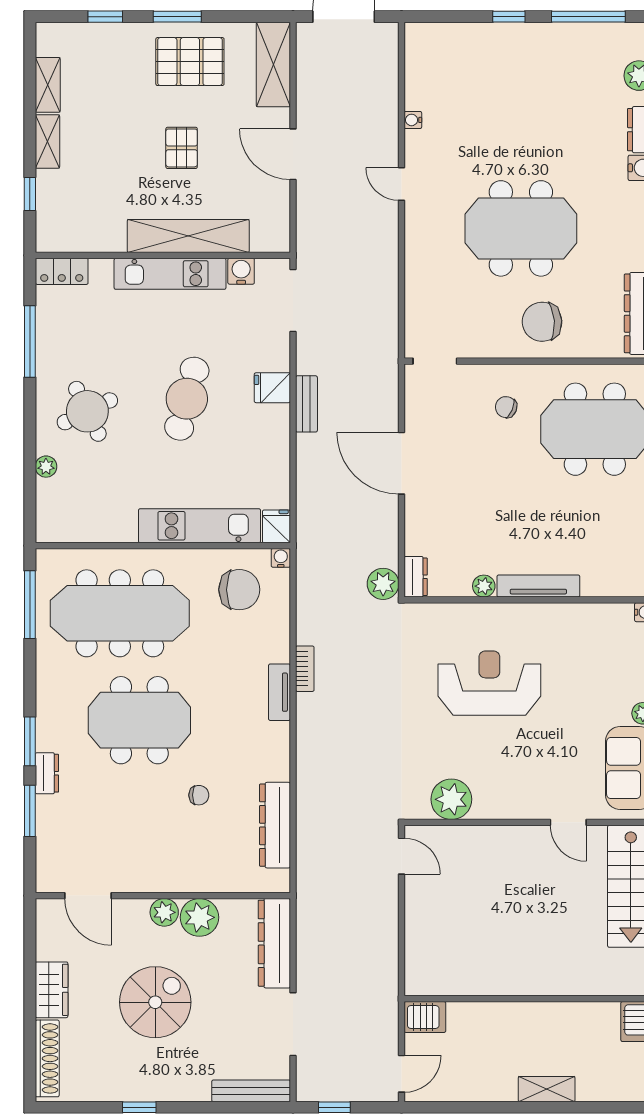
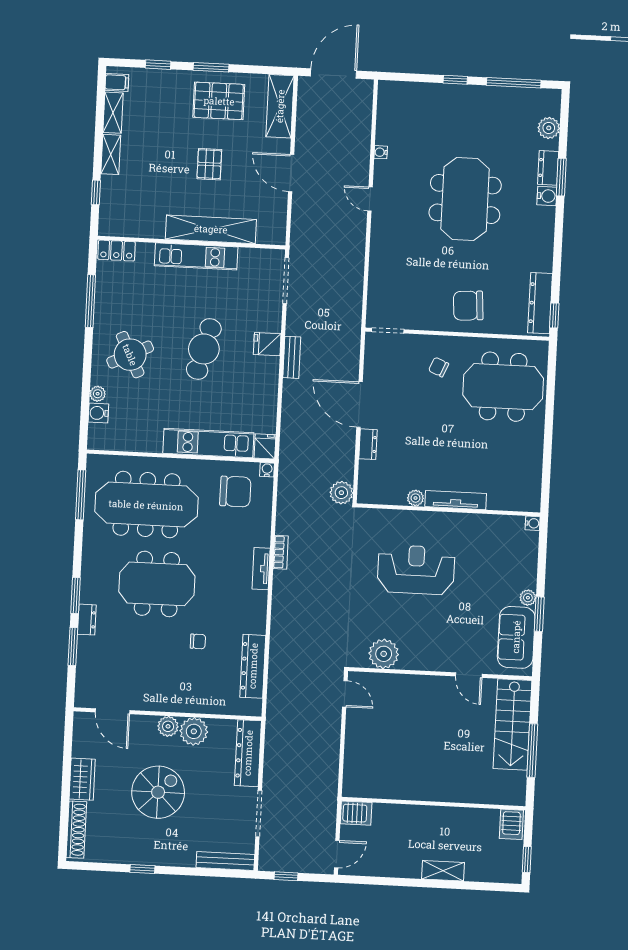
filing cabinet: (51, 43) -> (117, 82), added
meeting table: (521, 228) -> (465, 199), moved, turned 90
water cooler: (241, 271) -> (98, 413), moved, turned -90
dresser: (416, 577) -> (368, 444), moved

